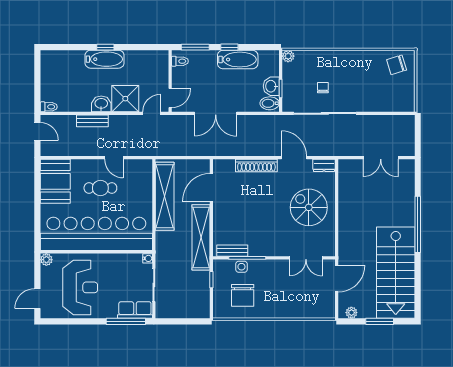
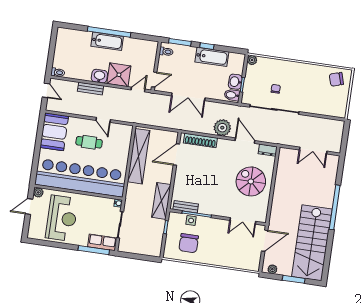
window: (105, 47) -> (109, 32), width x3.17
plant: (263, 146) -> (222, 128), added
shoe rack: (256, 166) -> (200, 140), moved
shelving: (201, 237) -> (161, 201), width x0.68
door: (37, 299) -> (29, 207), moved

